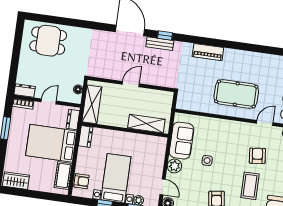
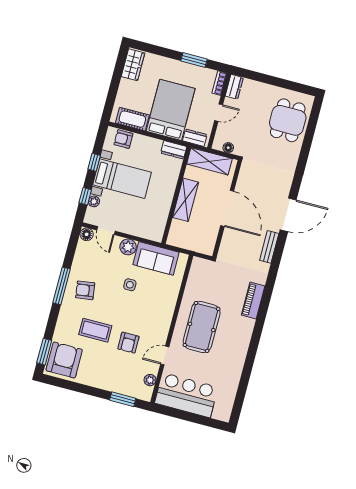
window: (165, 35) -> (278, 254), removed
door: (131, 84) -> (227, 208), width x1.87
door: (49, 101) -> (219, 113), hinge flipped
door: (265, 123) -> (165, 355), swing flipped
shelving: (146, 124) -> (186, 200), moved
armchair: (257, 156) -> (128, 343), turned 96
armchair: (81, 181) -> (123, 139), turned 90
door: (163, 187) -> (106, 231), hinge flipped

